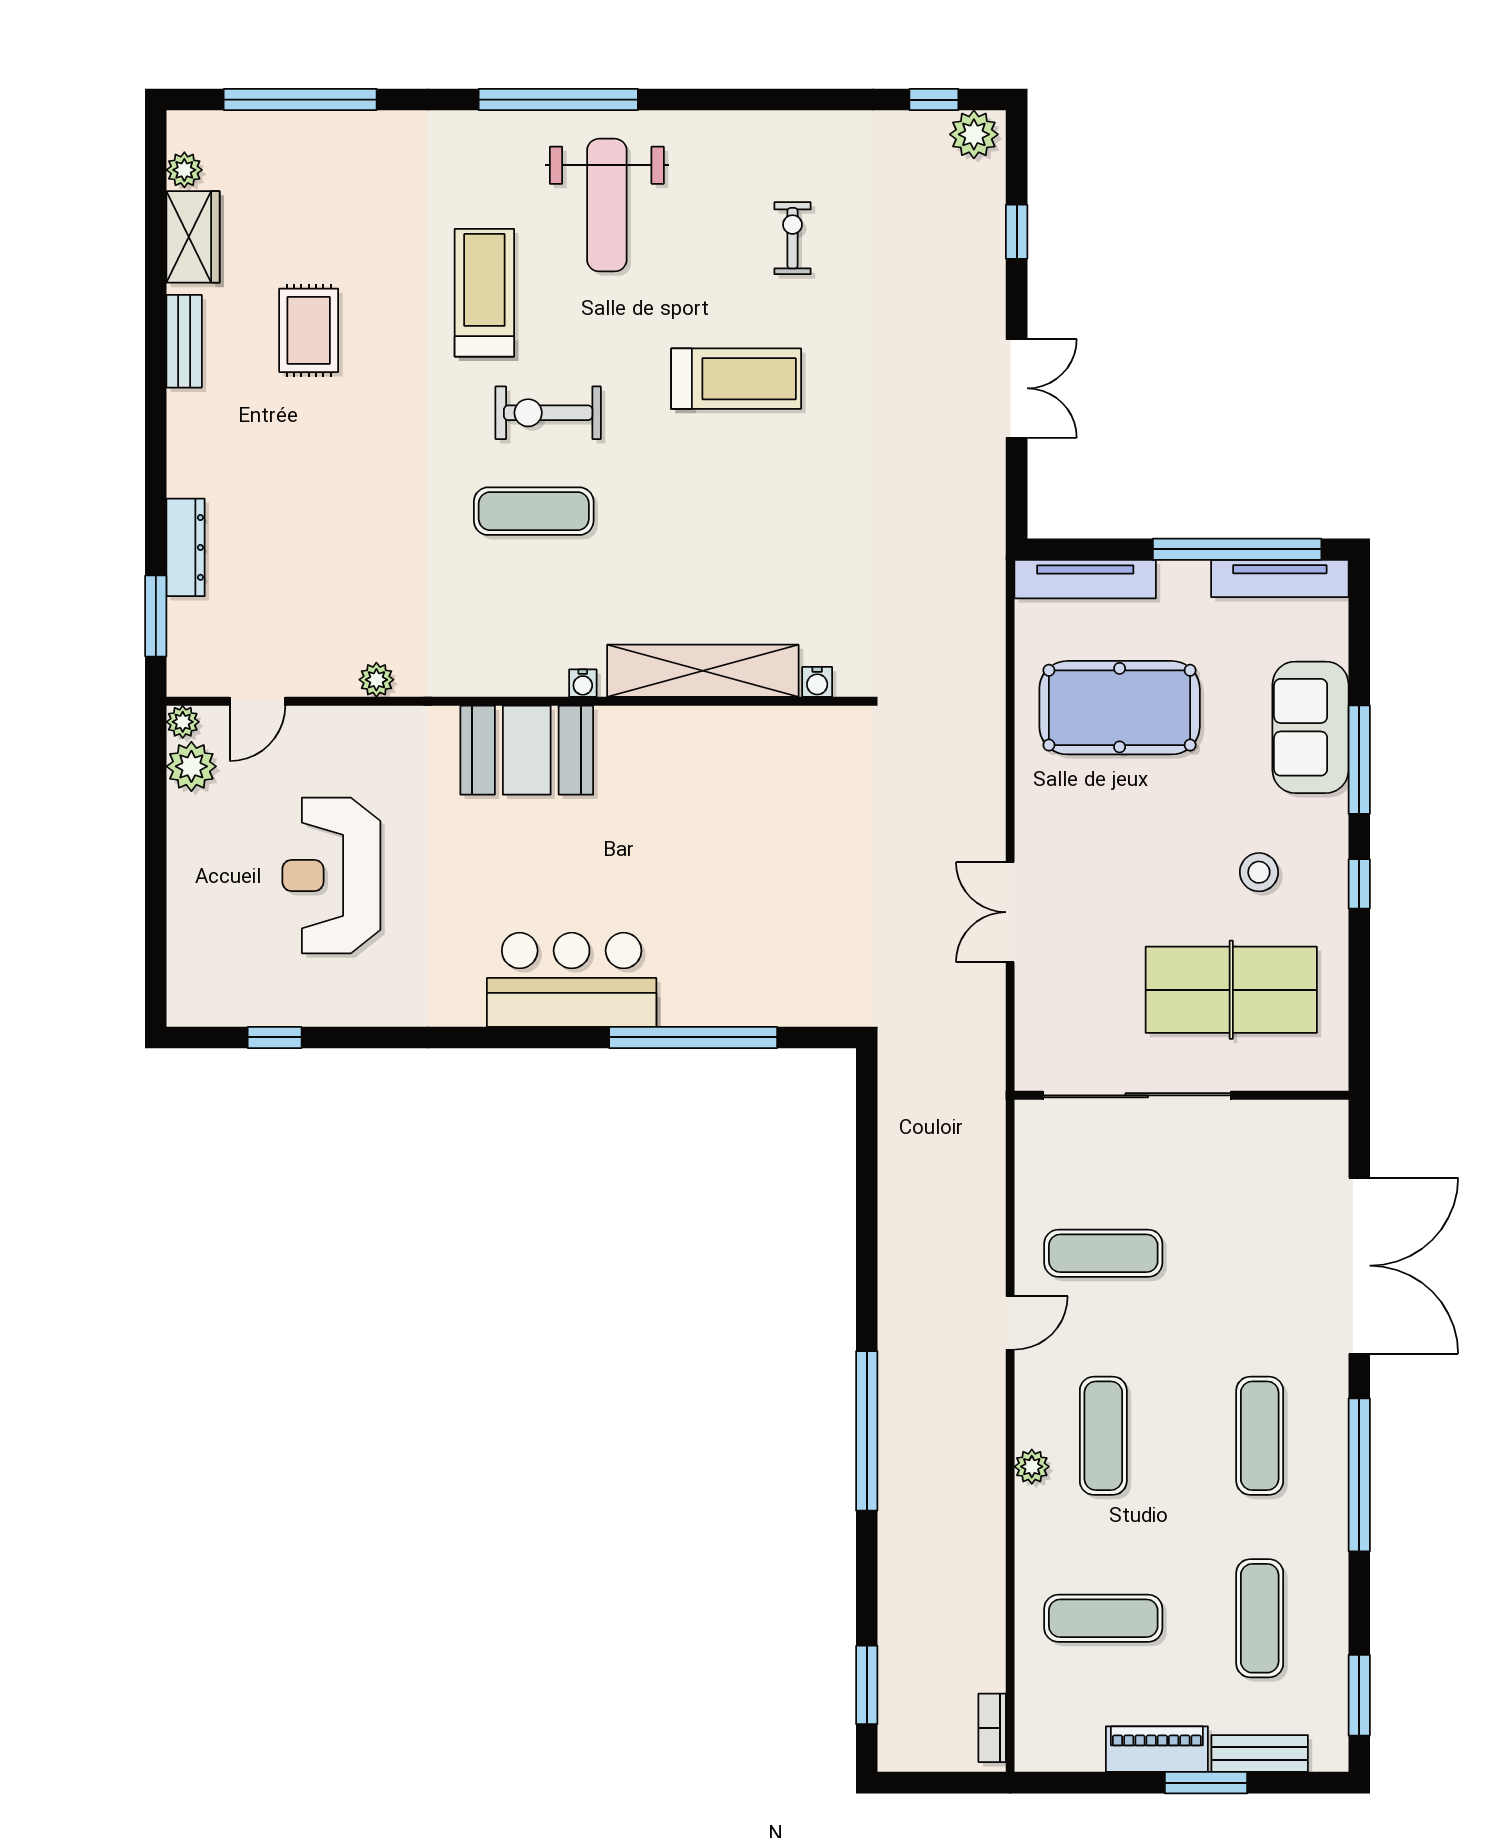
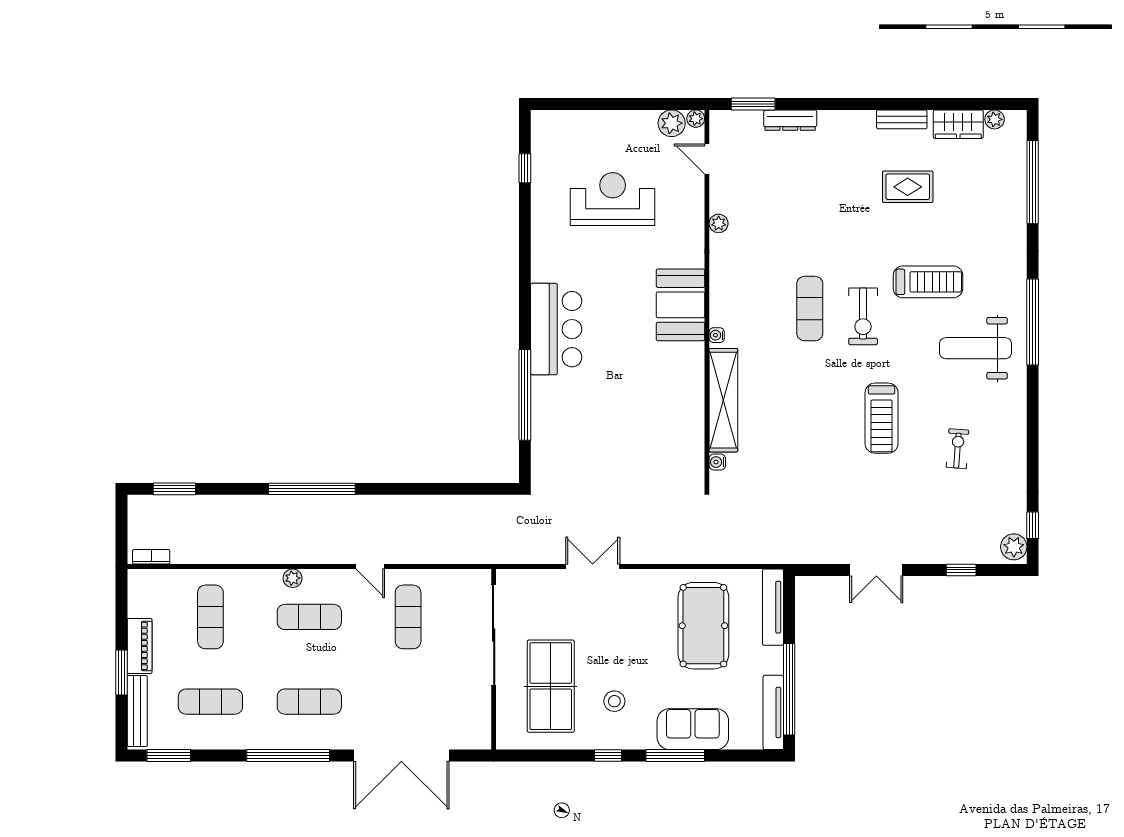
exercise bike: (792, 238) -> (958, 449), turned -86
exercise bike: (548, 413) -> (863, 316), turned 180
bench: (1260, 1754) -> (137, 711), width x1.36

